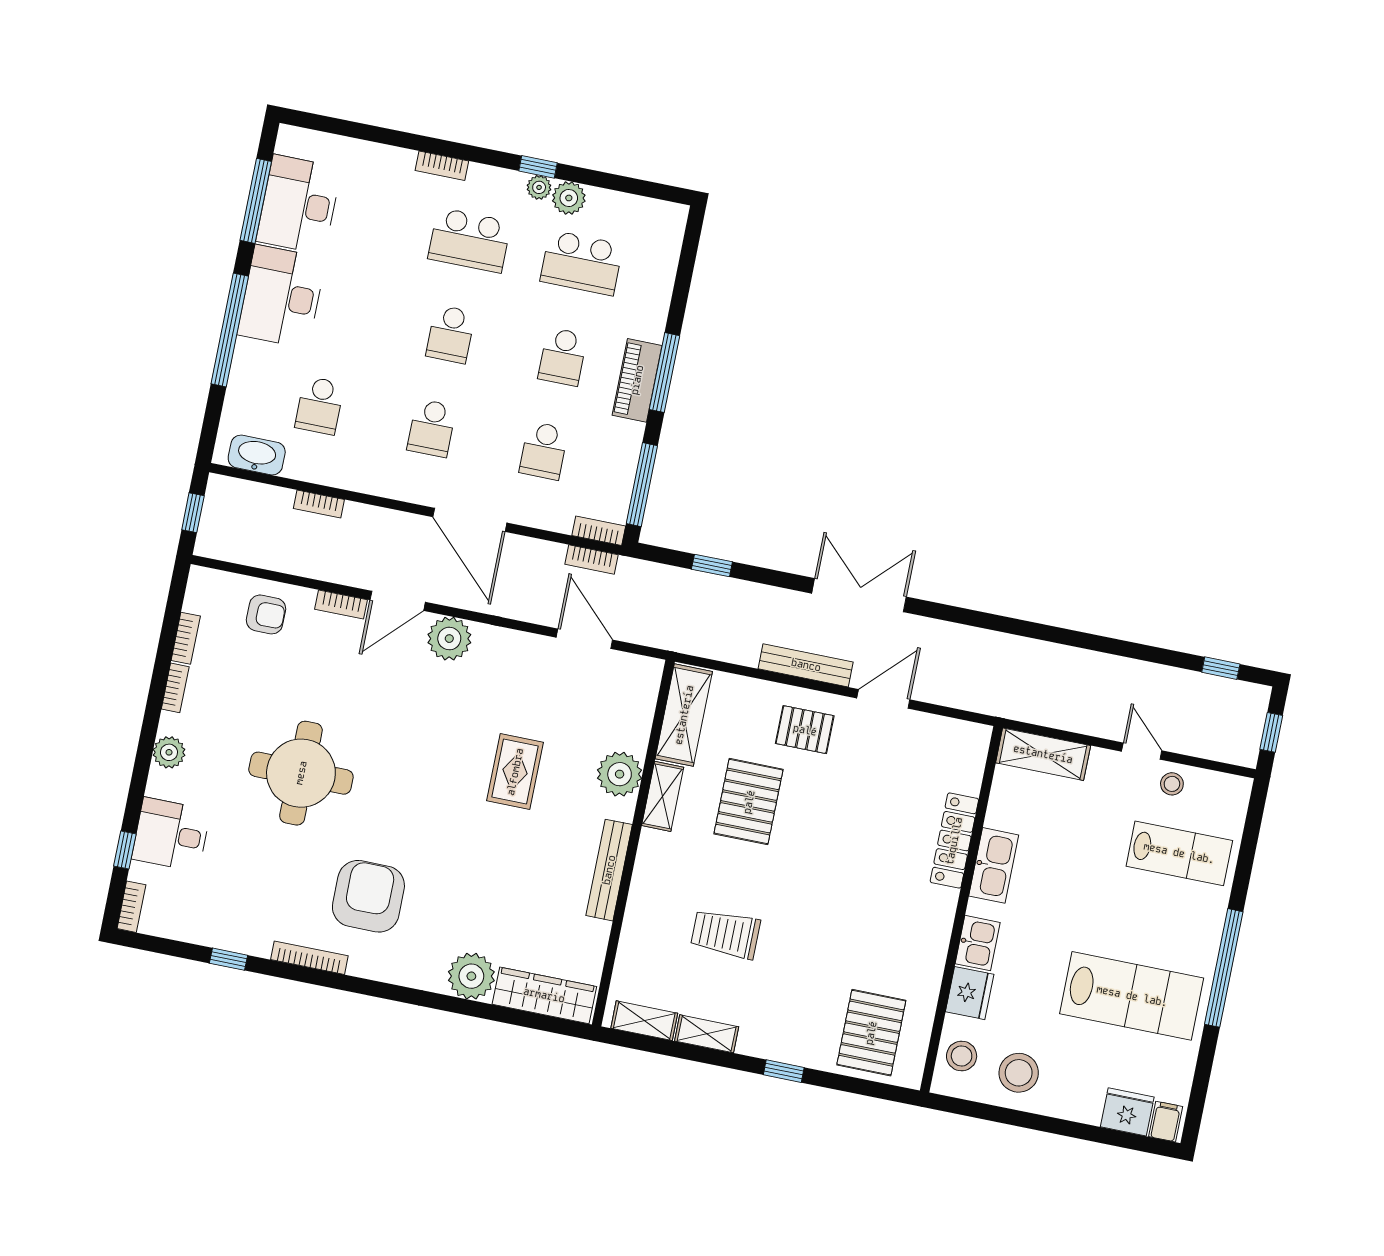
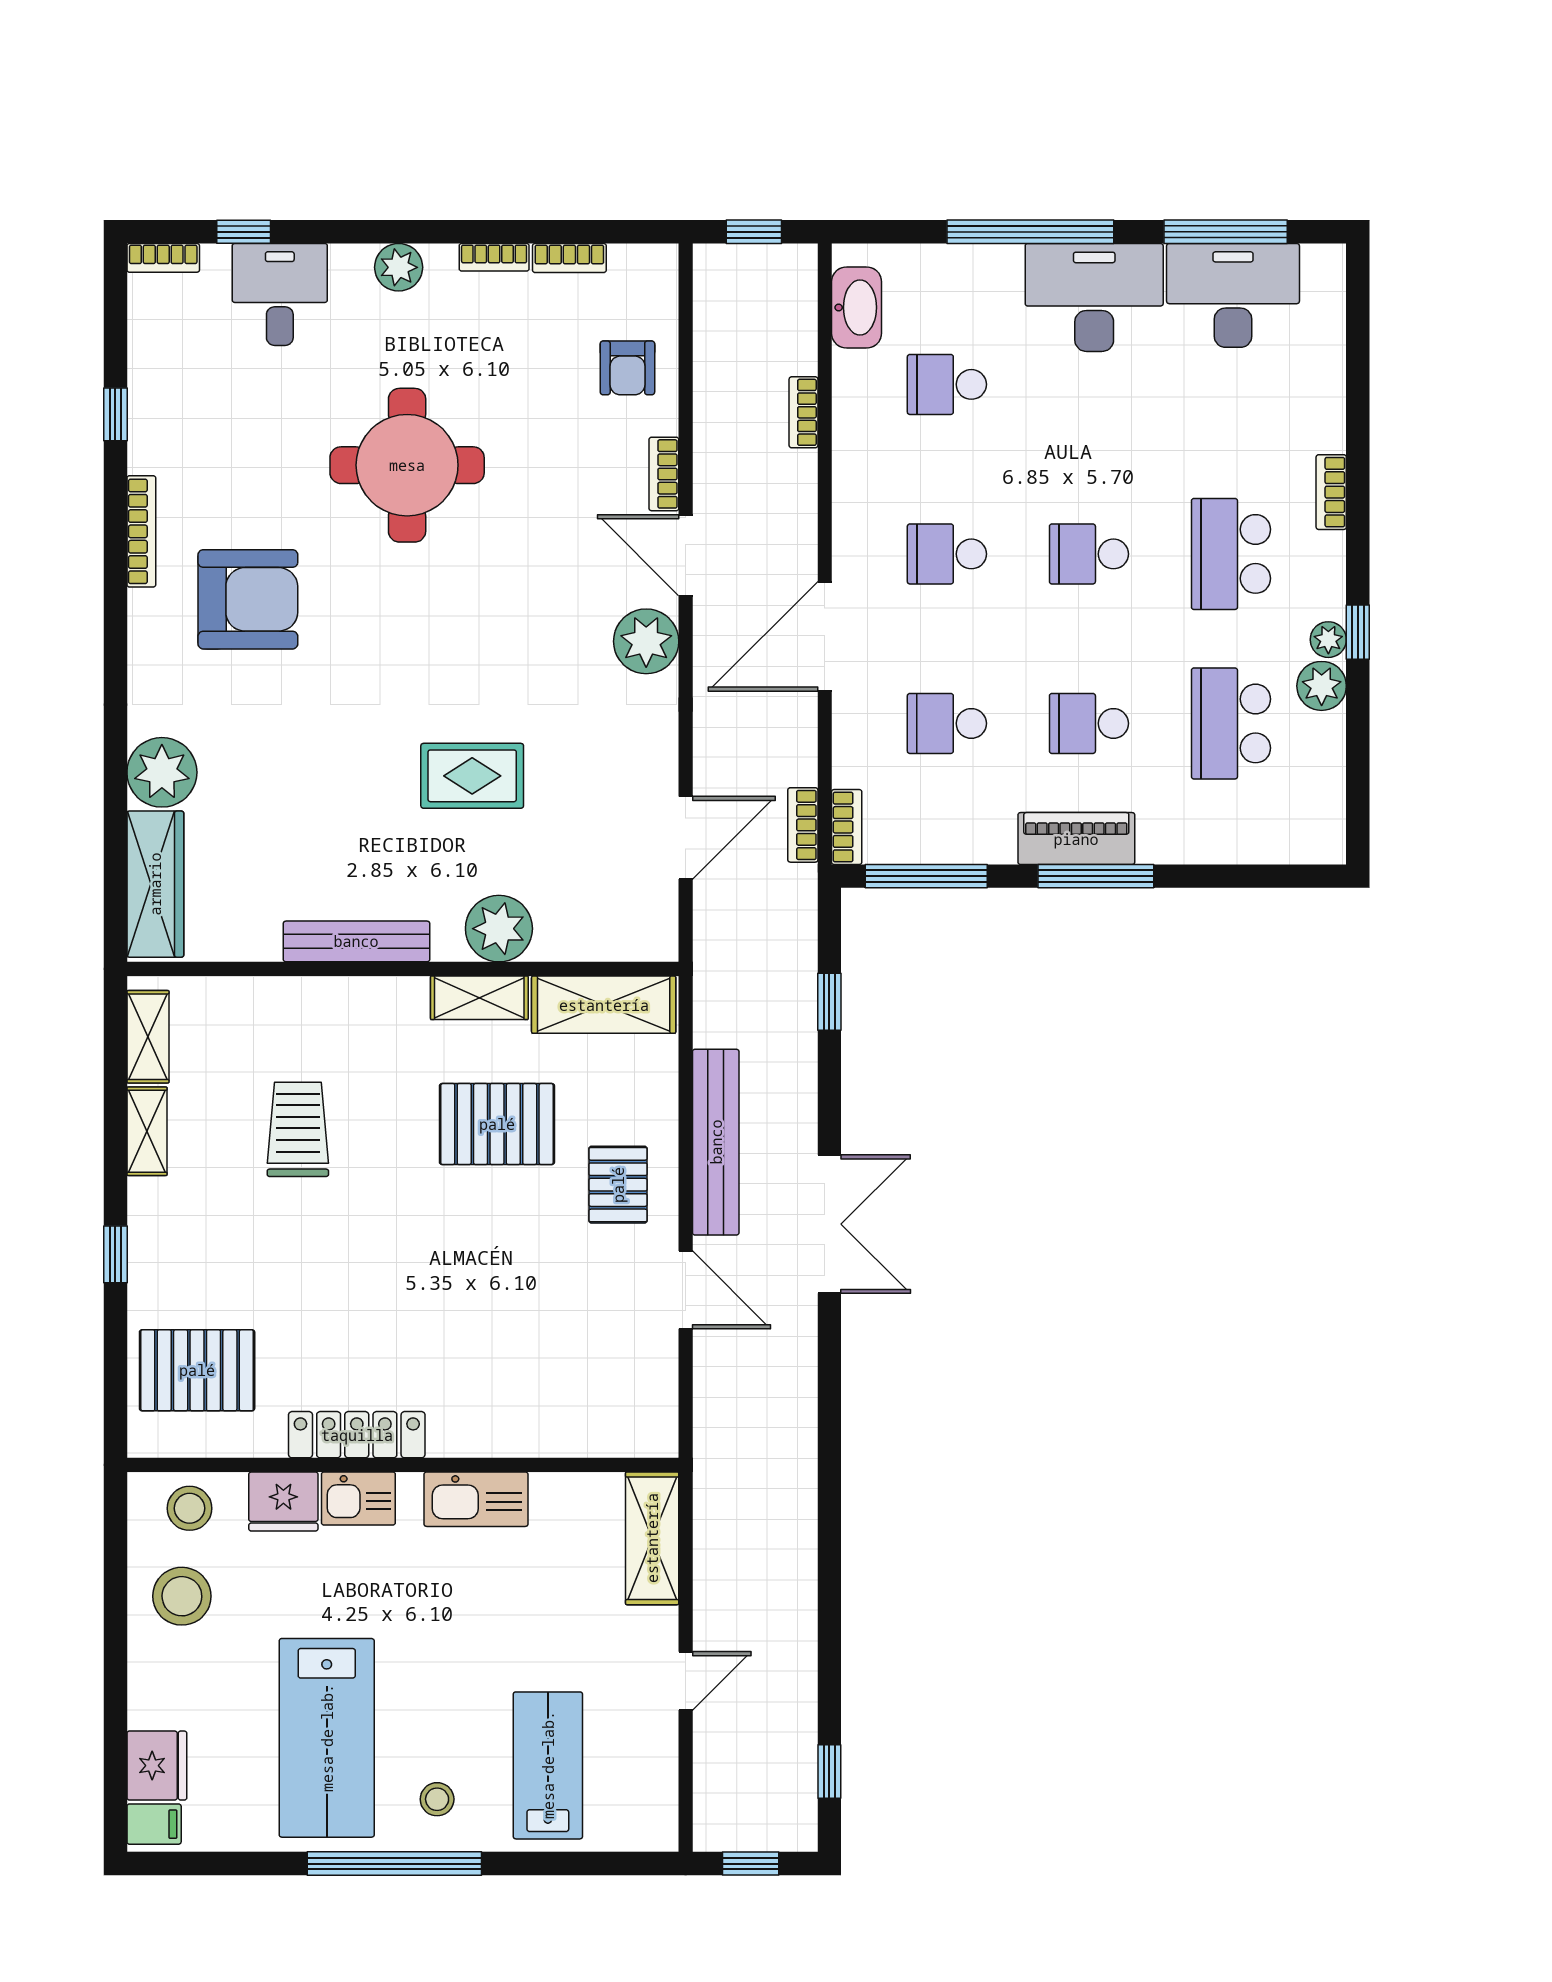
bench: (806, 665) -> (716, 1142), width x1.37, depth x1.21
stool: (1172, 784) -> (437, 1799), moved
locker: (954, 841) -> (357, 1435), moved
lab bench: (1179, 853) -> (548, 1765), turned 180

